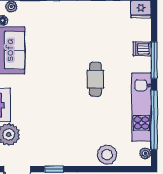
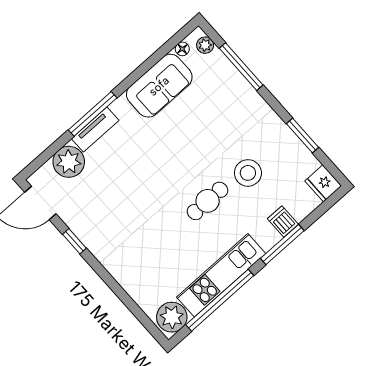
plant: (145, 153) -> (172, 317), width x1.87, depth x1.87
stool: (107, 155) -> (248, 173), moved

